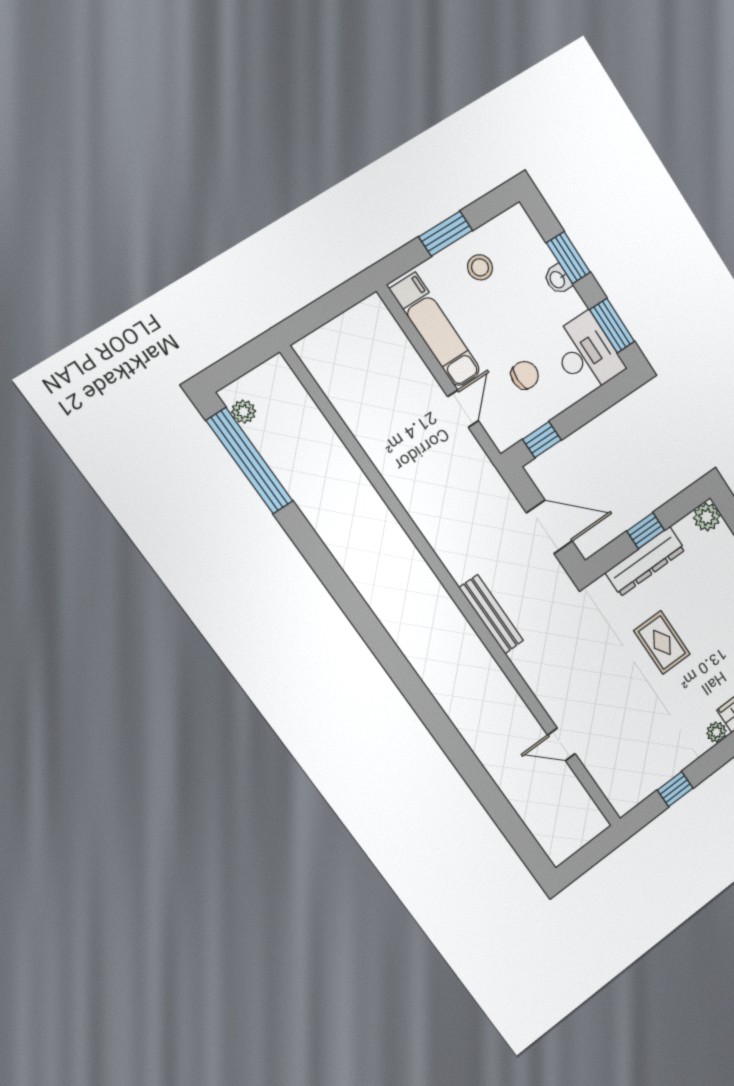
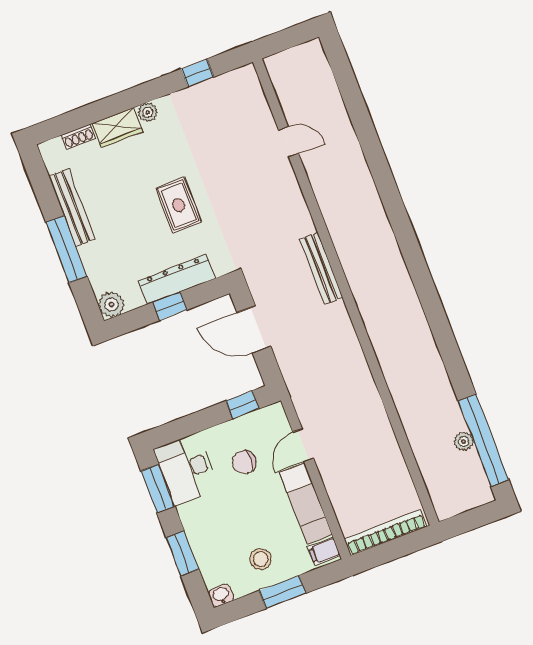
washbasin: (558, 279) -> (221, 595), moved, turned -90
bookcase: (342, 326) -> (386, 532), added
plant: (244, 412) -> (464, 441), moved

